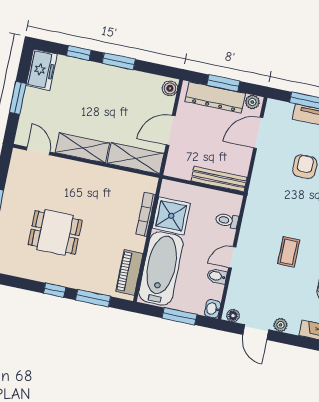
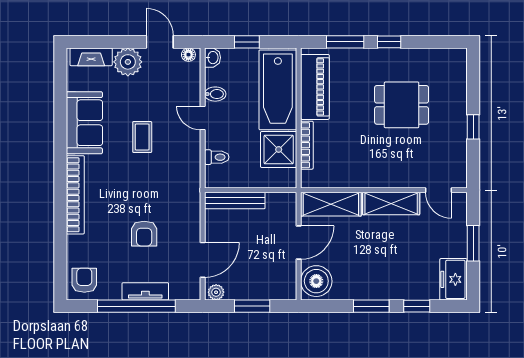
boiler: (170, 88) -> (316, 281), width x1.86, depth x1.86
dresser: (215, 97) -> (258, 289), removed
door: (232, 257) -> (203, 118), swing flipped
piano: (129, 272) -> (315, 87), width x1.37, depth x1.33
window: (179, 316) -> (247, 42), width x0.67
plant: (281, 325) -> (128, 62), width x1.88, depth x1.88

